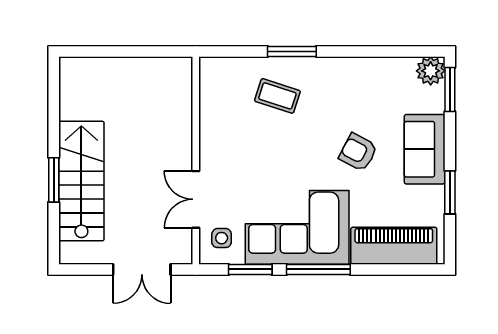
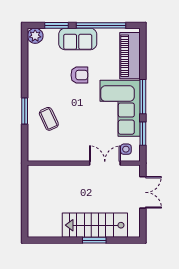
window: (450, 89) -> (57, 25), moved
coffee table: (277, 96) -> (49, 119), turned -43
armchair: (358, 152) -> (79, 75), turned -118
window: (450, 192) -> (101, 25), width x2.11
double door: (196, 199) -> (105, 163), swing flipped

